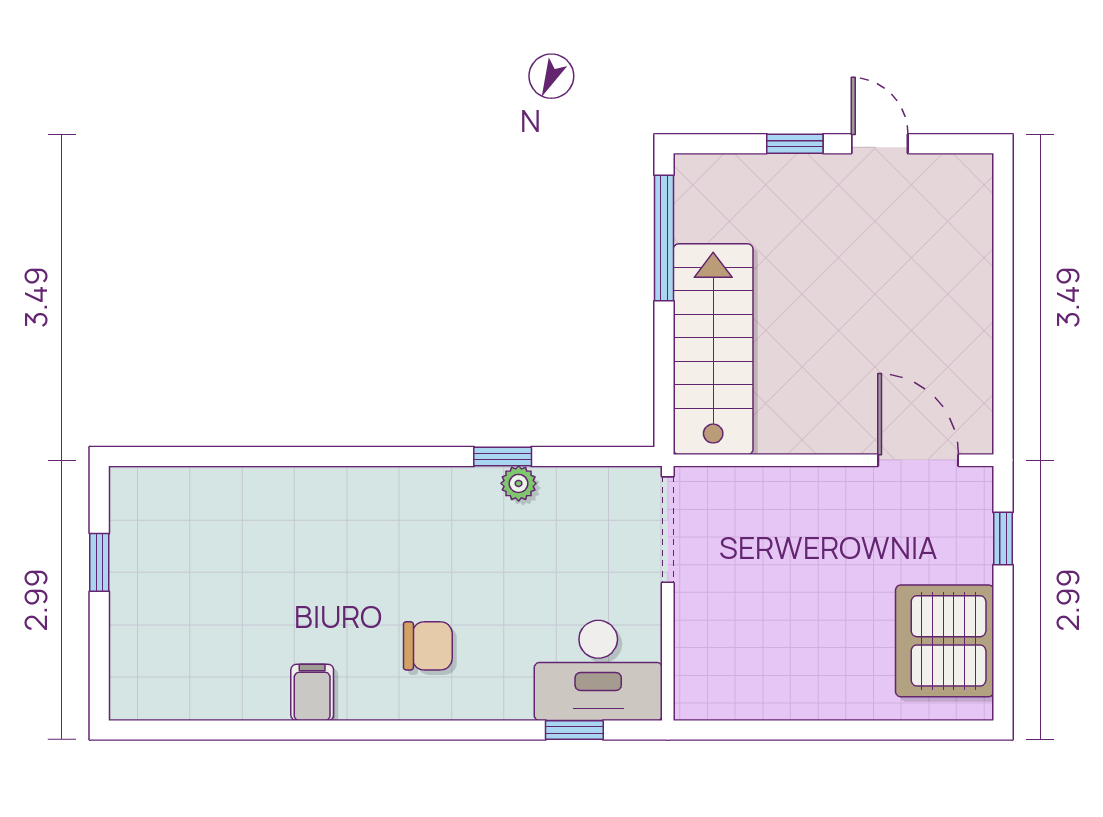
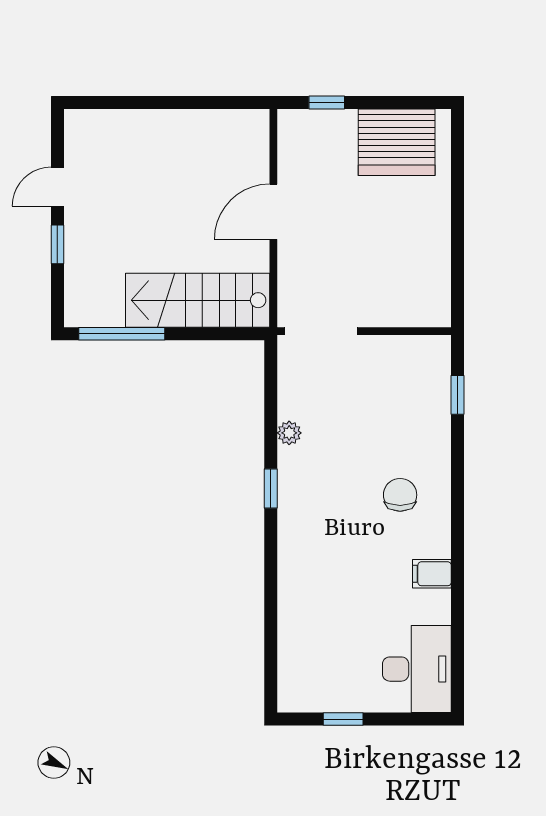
window: (503, 456) -> (271, 488), moved
door: (918, 460) -> (273, 212), moved
desk: (598, 670) -> (417, 669), moved

